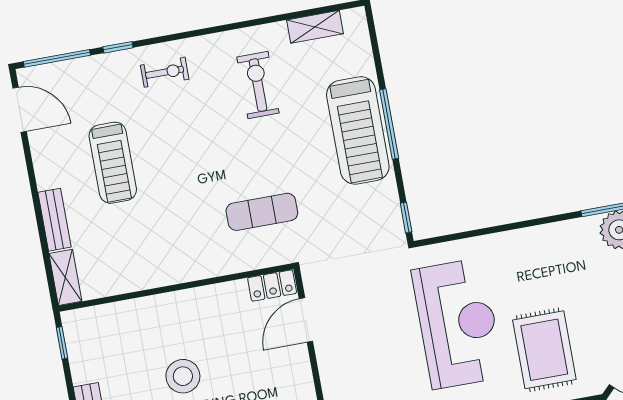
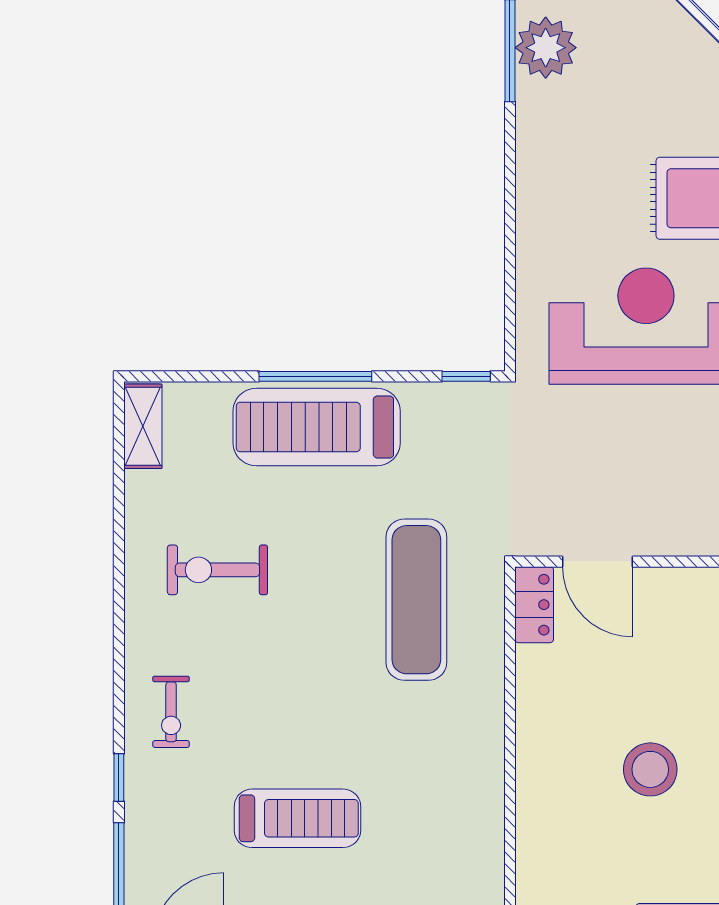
shelving: (315, 27) -> (143, 426), moved
exercise bike: (165, 72) -> (171, 712), turned 180
treadmill: (358, 130) -> (317, 427), turned 180
exercise mat: (262, 212) -> (416, 600), width x1.36, depth x1.45

